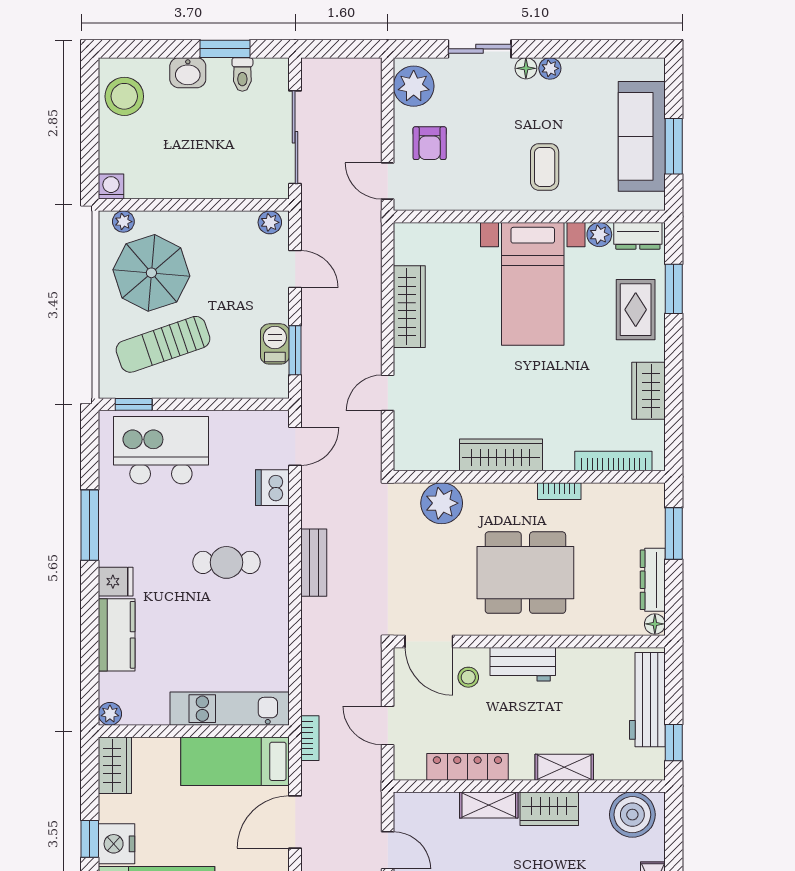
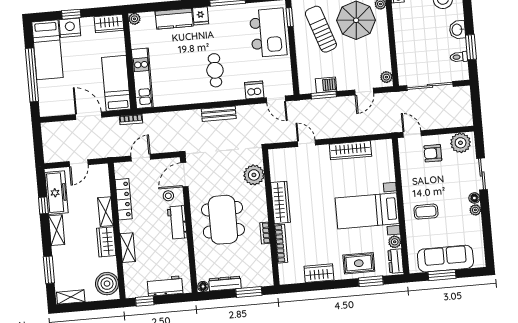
door: (388, 181) -> (412, 134), hinge flipped
bookcase: (613, 461) -> (281, 244), moved
workbench: (647, 700) -> (165, 286), width x0.73

